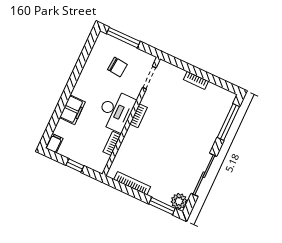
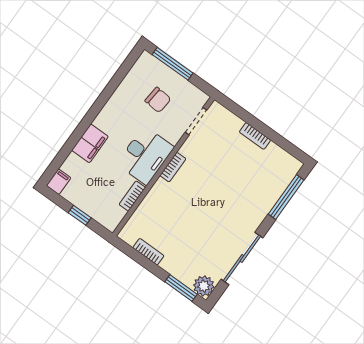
bookcase: (132, 183) -> (148, 252), width x0.64

